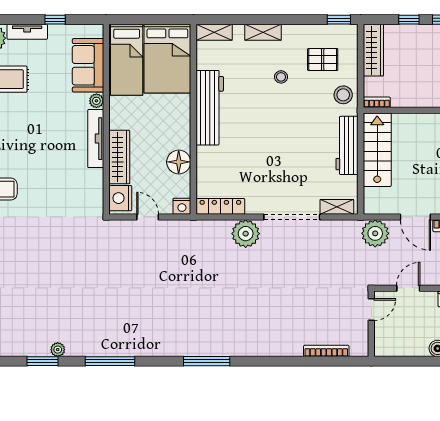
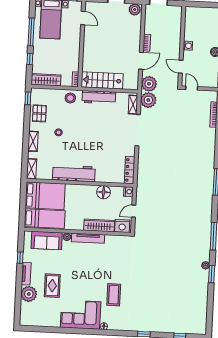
pallet: (323, 59) -> (39, 113), moved
plant: (246, 234) -> (148, 100), moved

